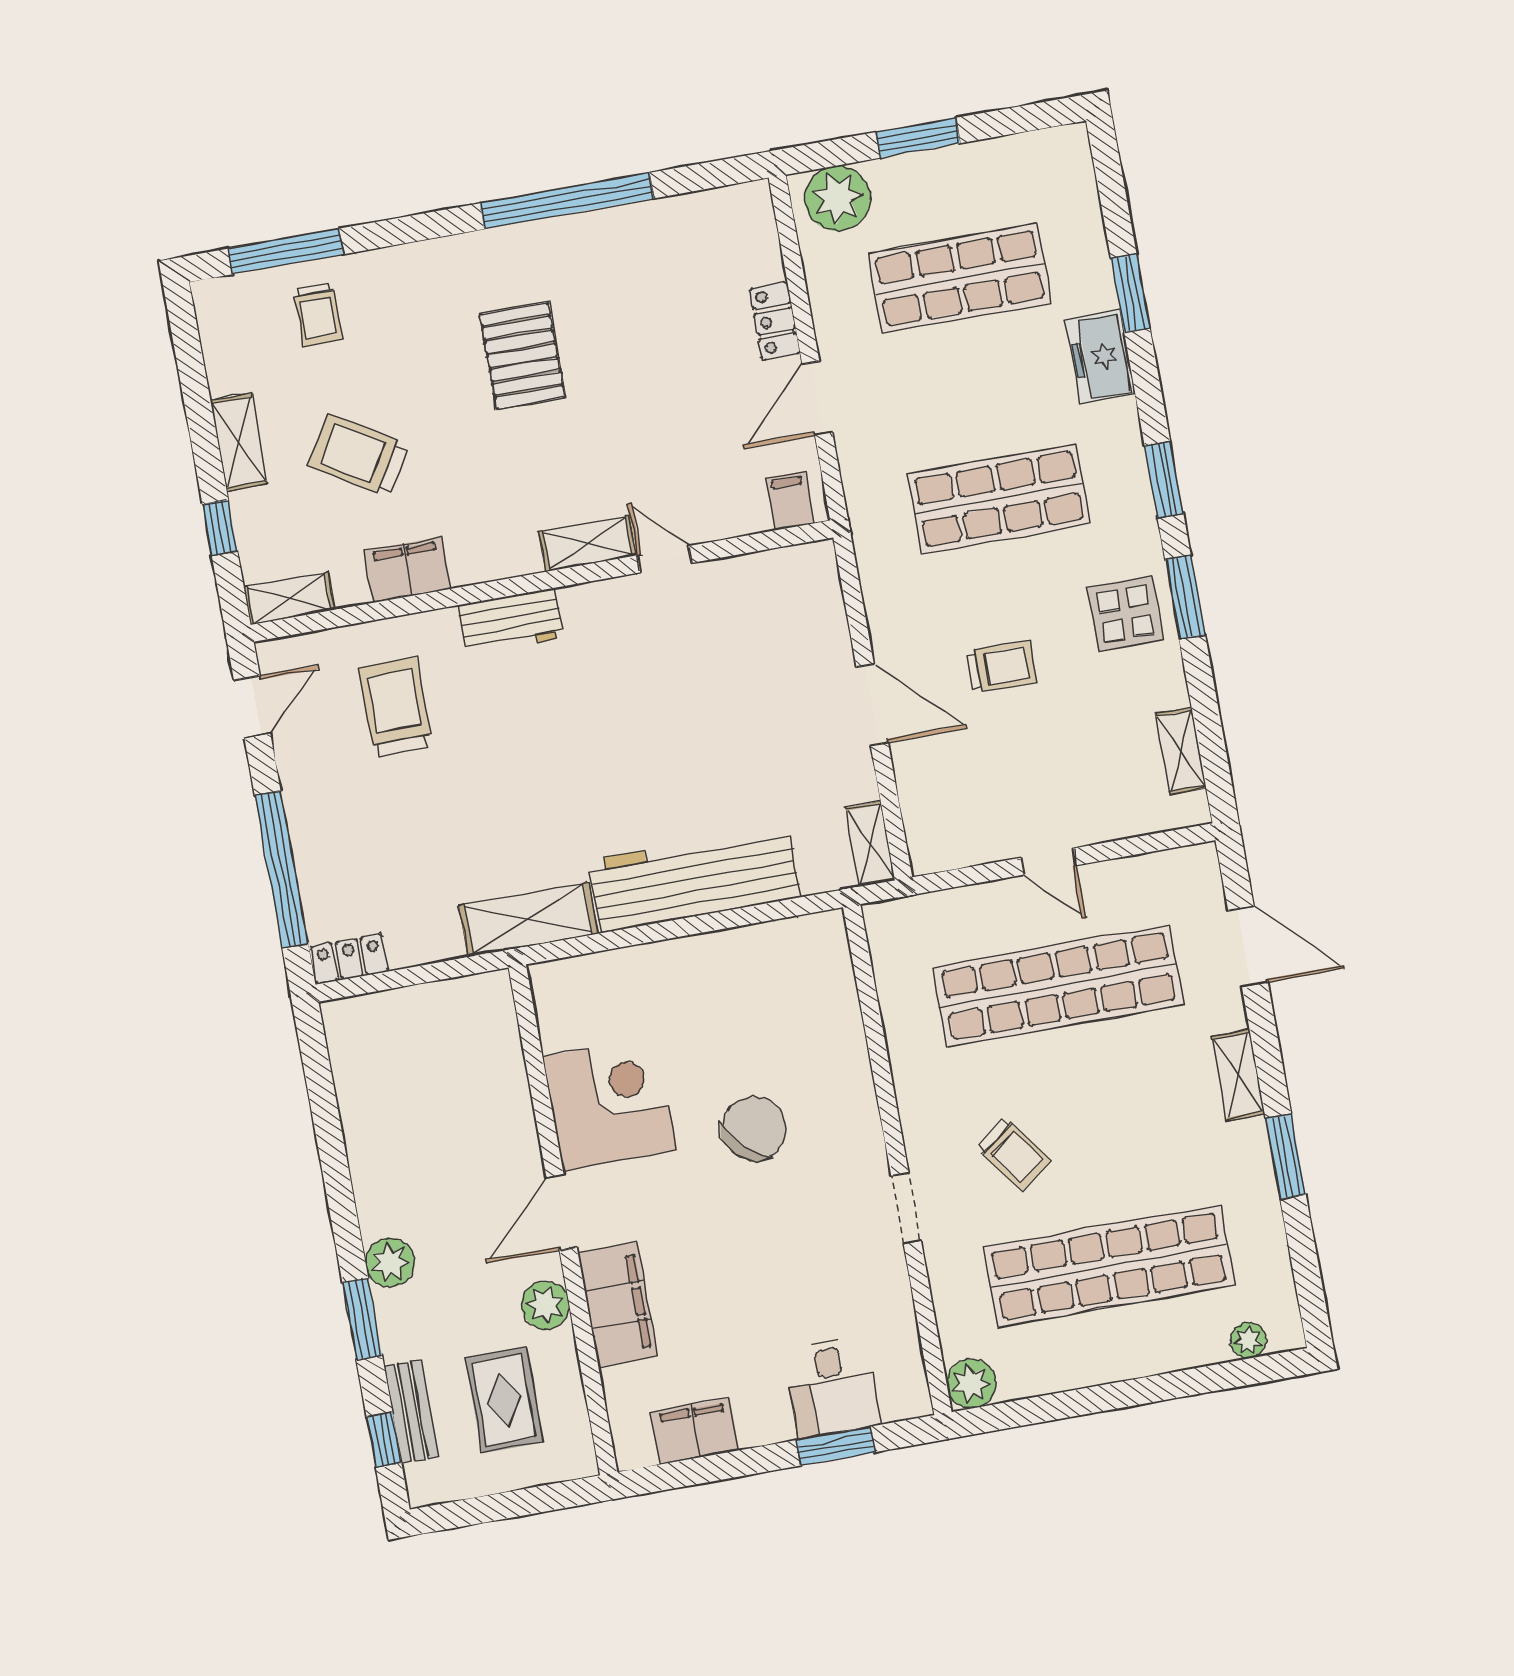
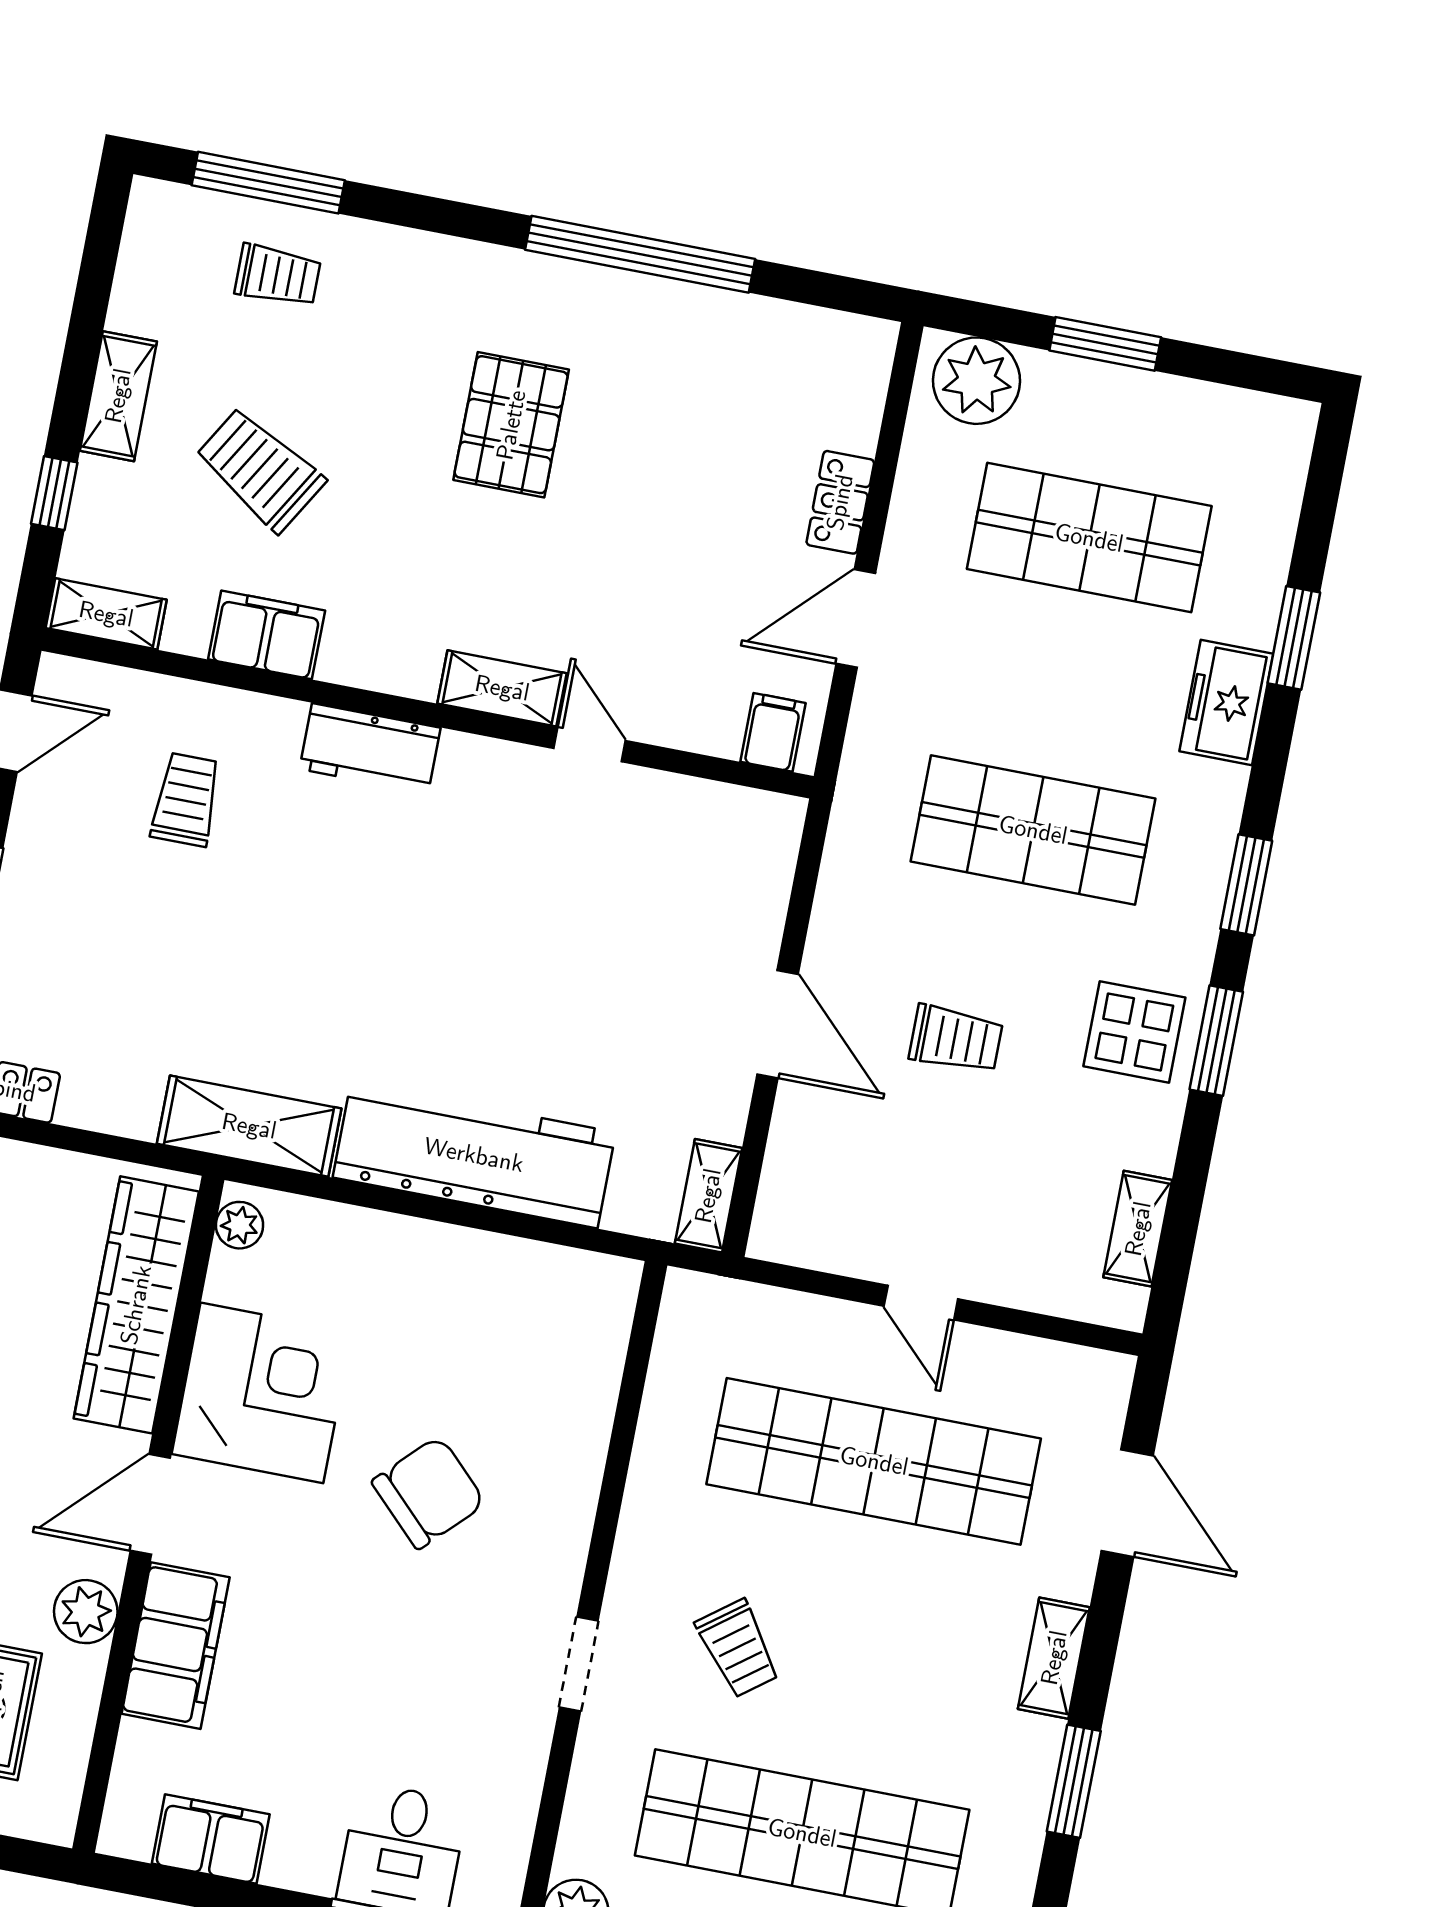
trolley: (318, 314) -> (278, 275), turned -90
trolley: (396, 707) -> (186, 800), width x0.73, depth x0.72
plant: (549, 992) -> (239, 1225), added
wardrobe: (498, 1076) -> (136, 1305), added

